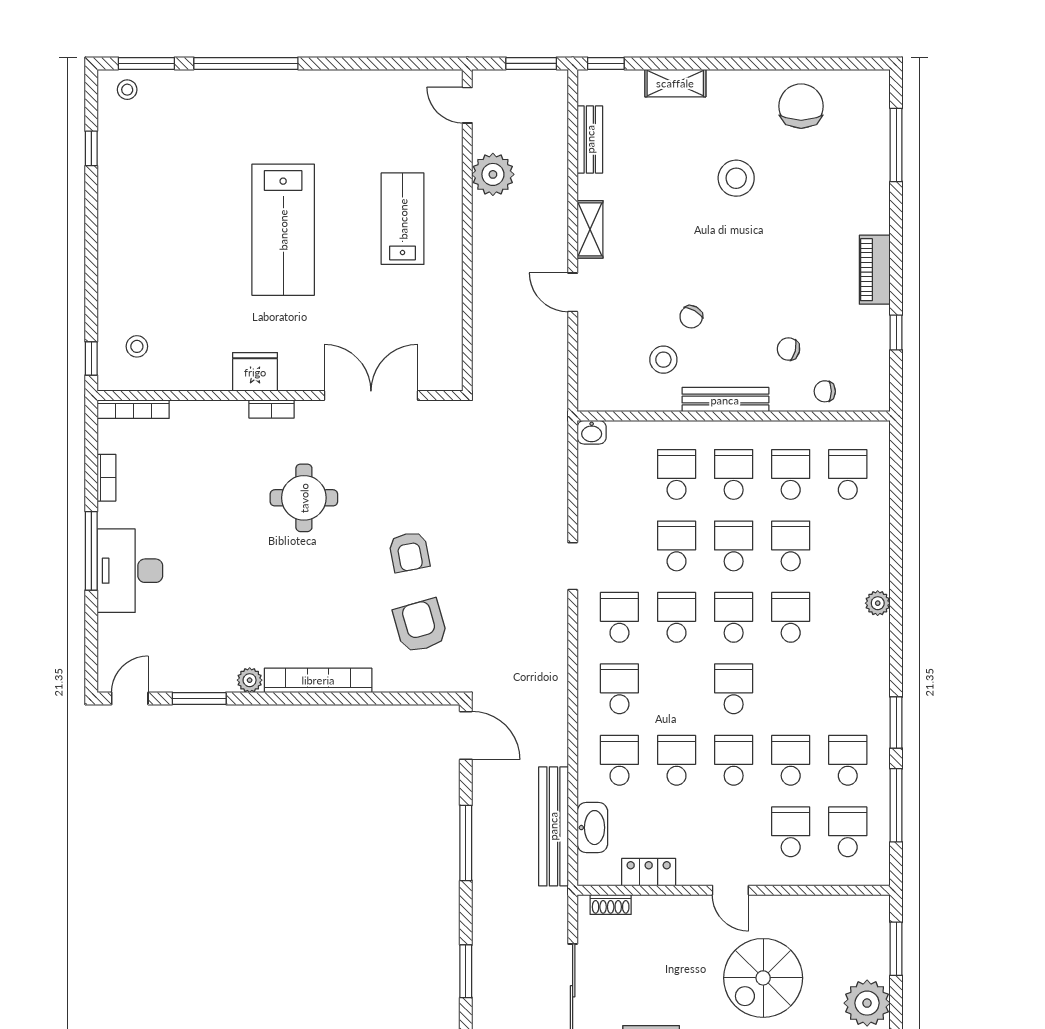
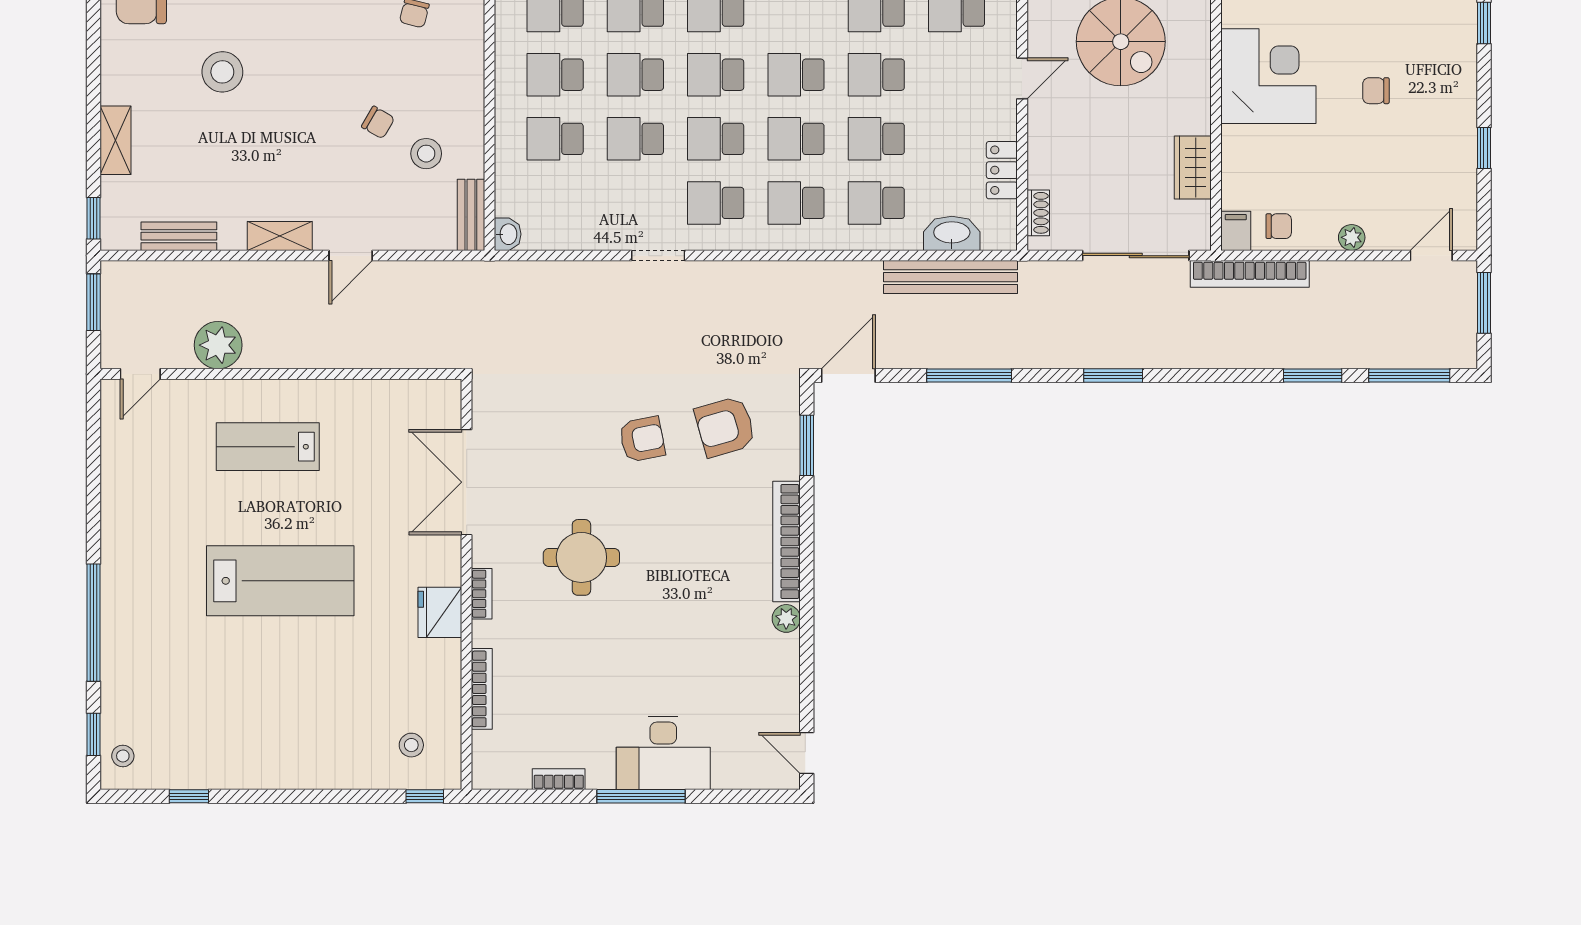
window: (146, 63) -> (93, 734), width x0.67
bench: (725, 400) -> (471, 215), moved, width x0.73
bookcase: (133, 409) -> (482, 689), moved
school desk: (677, 689) -> (796, 139), added
window: (199, 698) -> (807, 445), moved

